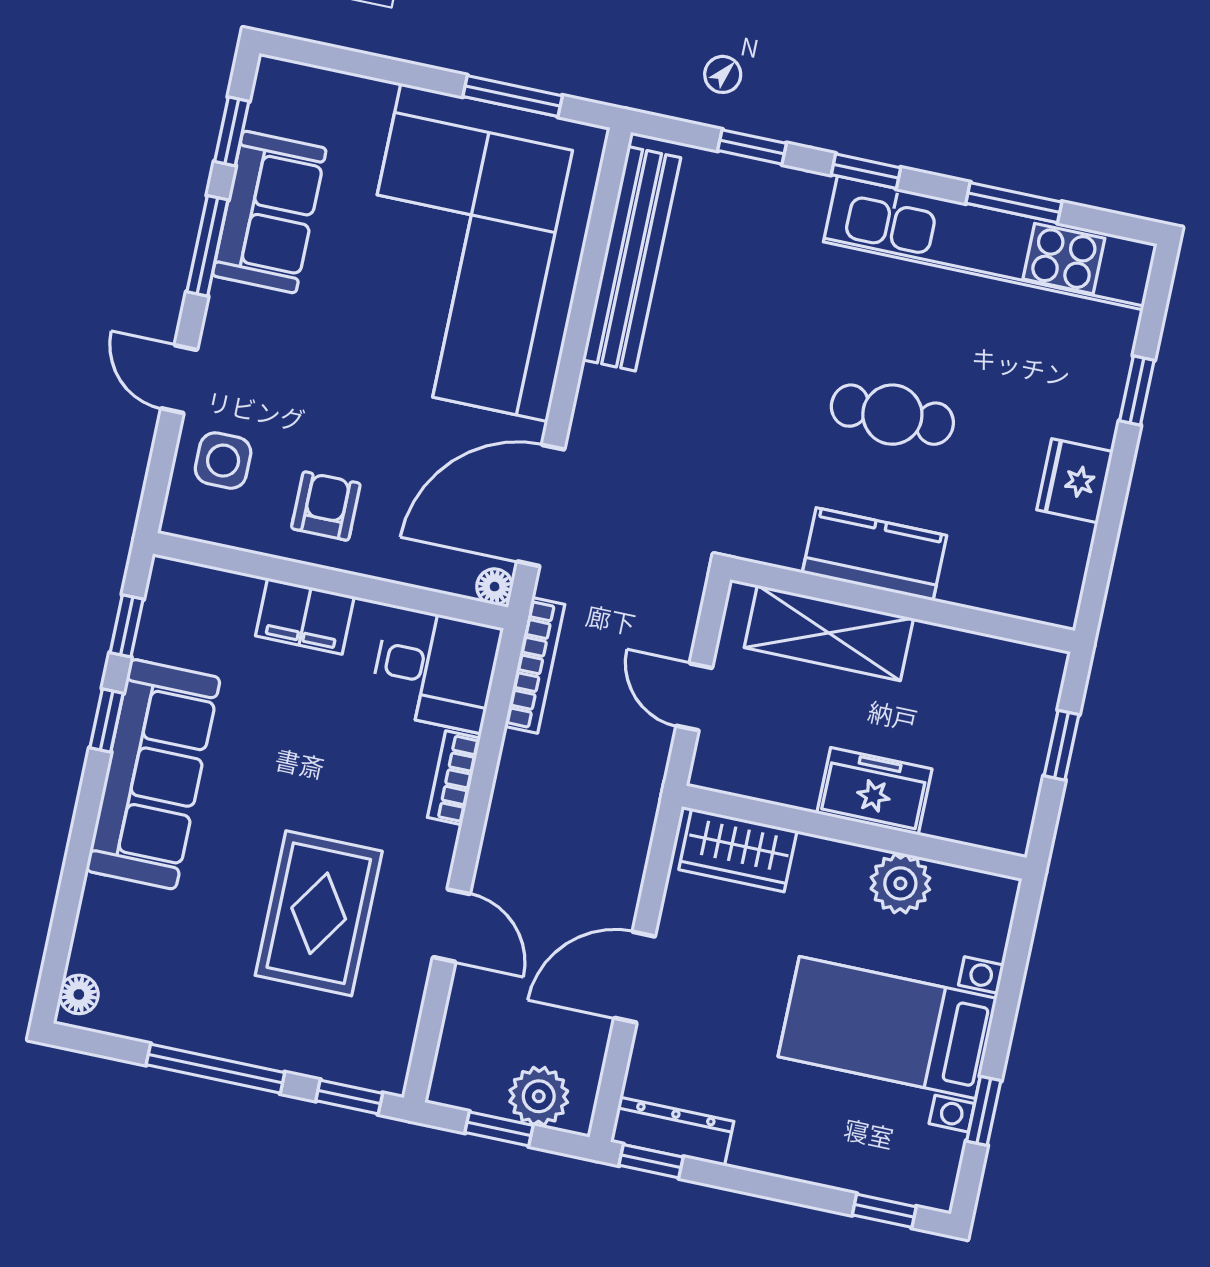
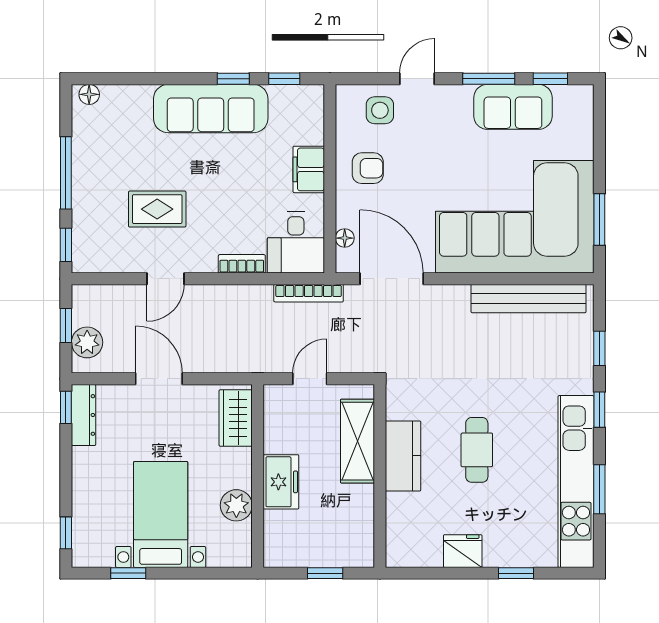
floor lamp: (495, 587) -> (345, 238), moved
rug: (319, 913) -> (157, 209), width x0.73, depth x0.70

